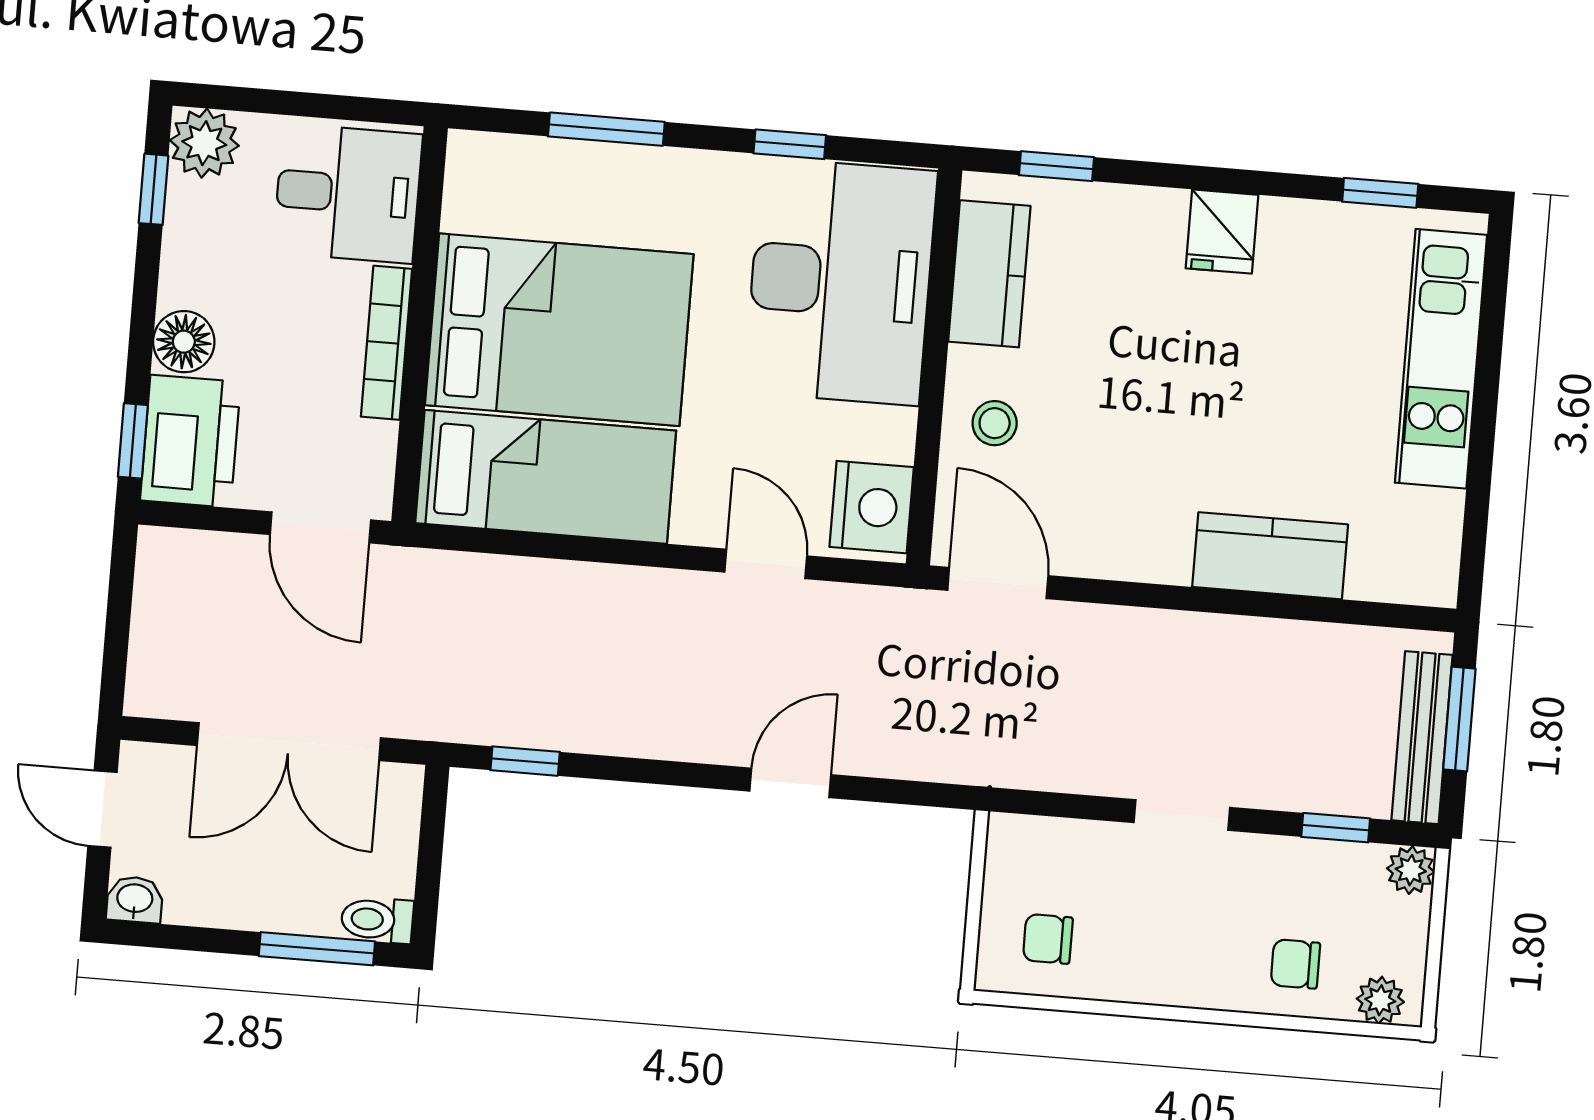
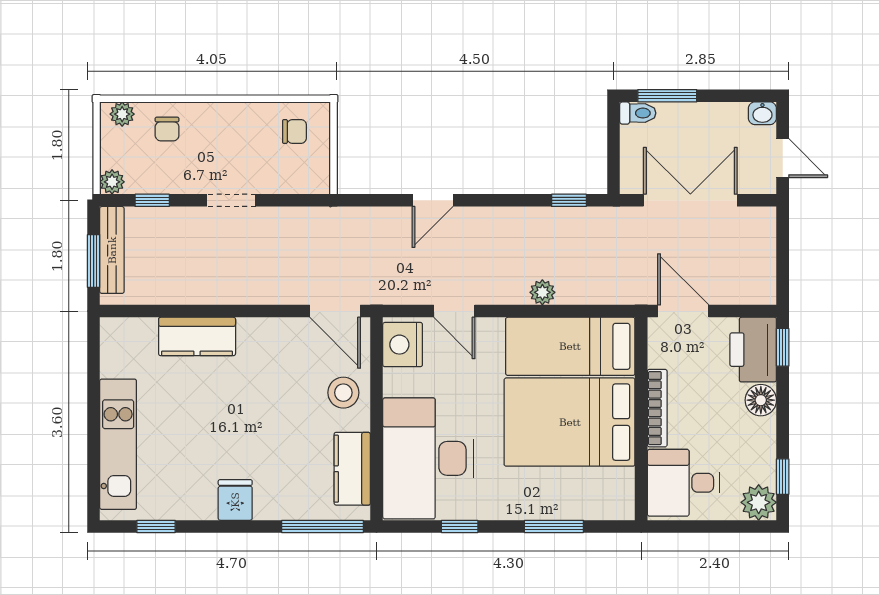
window: (1056, 166) -> (323, 526), width x2.17
stool: (995, 423) -> (343, 393), width x1.37, depth x1.37
plant: (591, 586) -> (542, 292), added
chair: (1295, 964) -> (167, 129), turned 90

